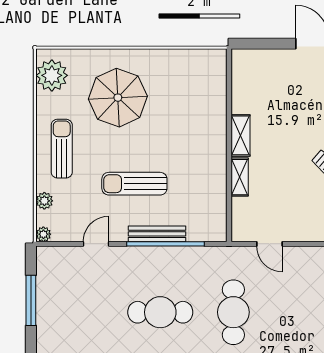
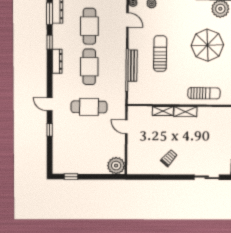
sun lounger: (62, 149) -> (204, 93), moved
door: (96, 244) -> (127, 20), moved
door: (269, 244) -> (126, 127), hinge flipped
cafe table: (87, 312) -> (89, 26), added

